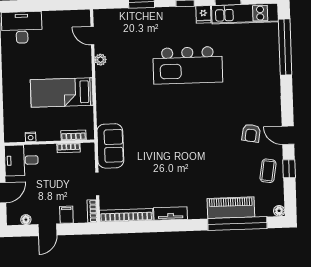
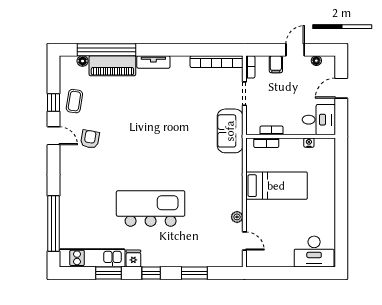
floor lamp: (279, 211) -> (83, 61), moved
tv unit: (171, 213) -> (153, 62), moved

